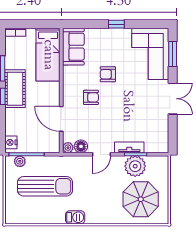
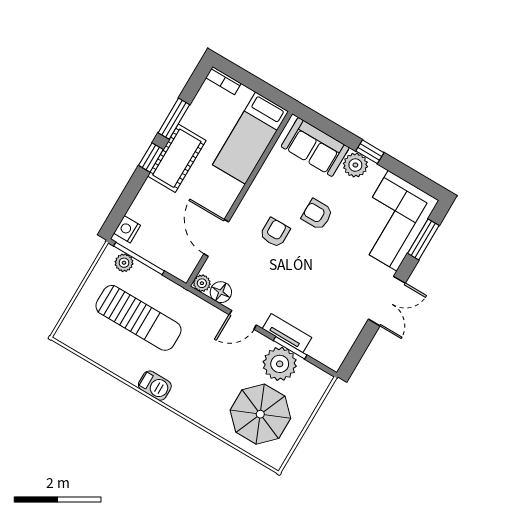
plant: (113, 36) -> (355, 165), added
sofa: (73, 47) -> (315, 147), moved, turned 90
armchair: (91, 97) -> (275, 233), turned -90

